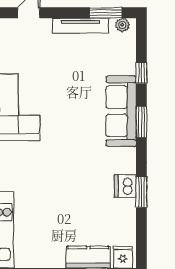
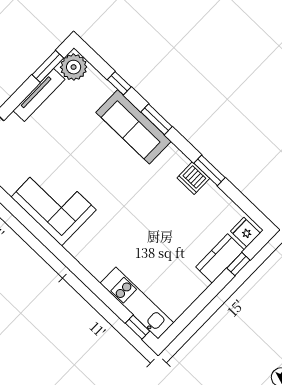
plant: (122, 25) -> (74, 67), width x1.88, depth x1.88

